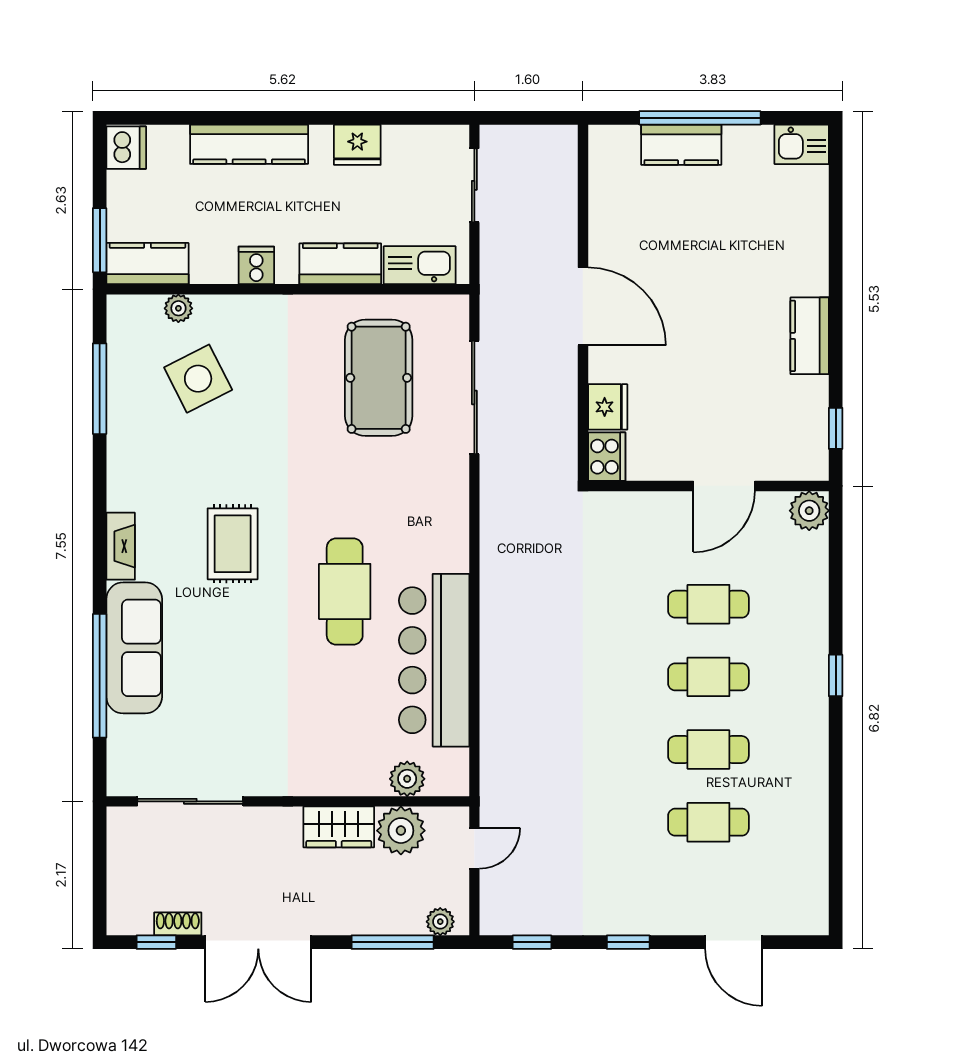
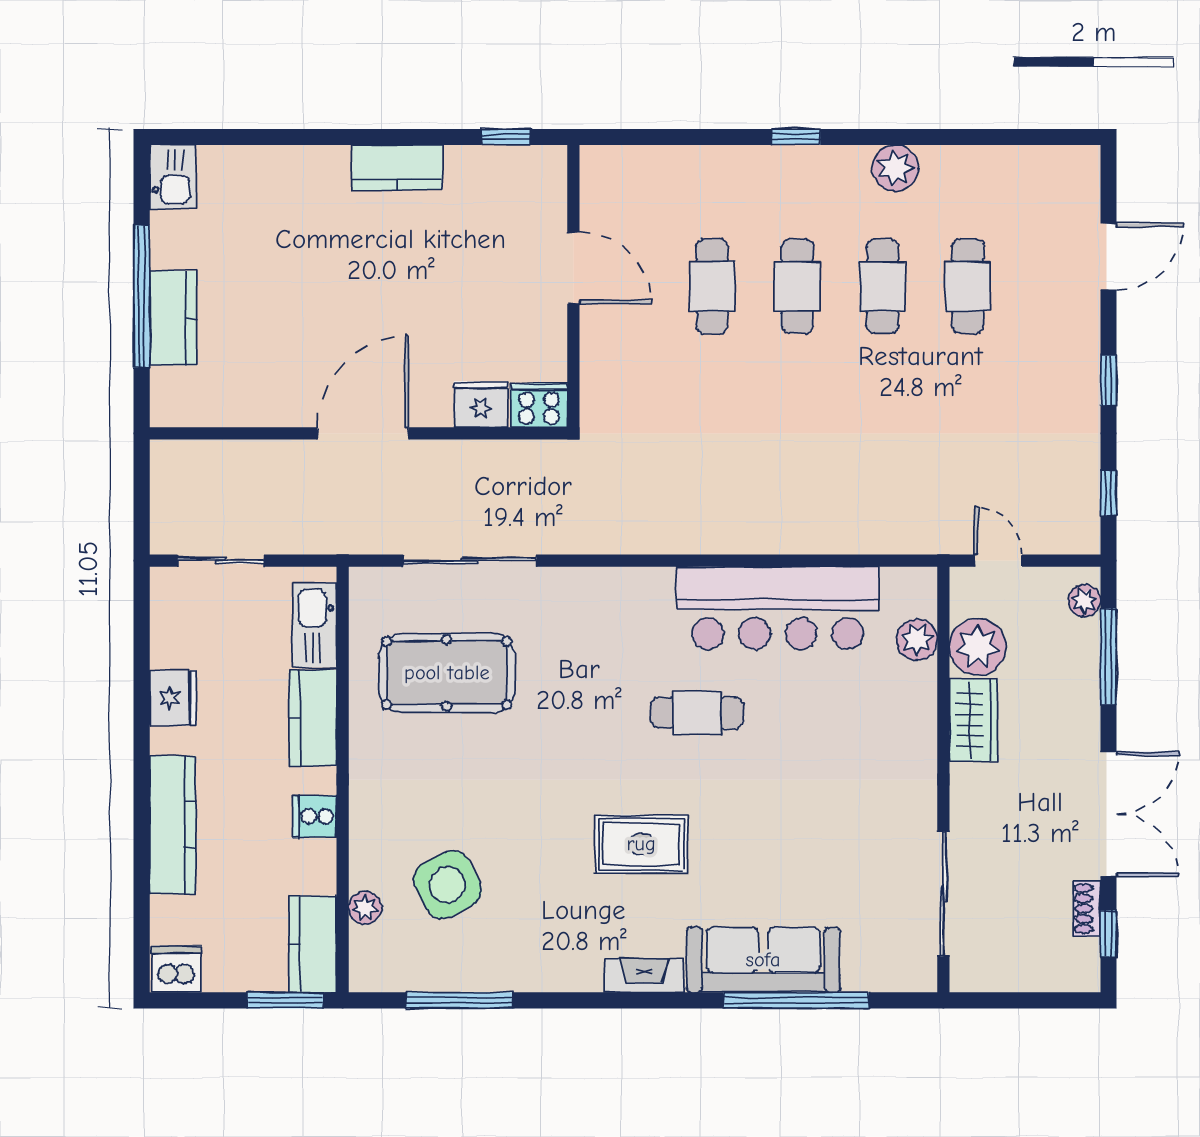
plant: (809, 511) -> (895, 168), moved
cafe table: (345, 591) -> (697, 713), width x0.73, depth x0.74

